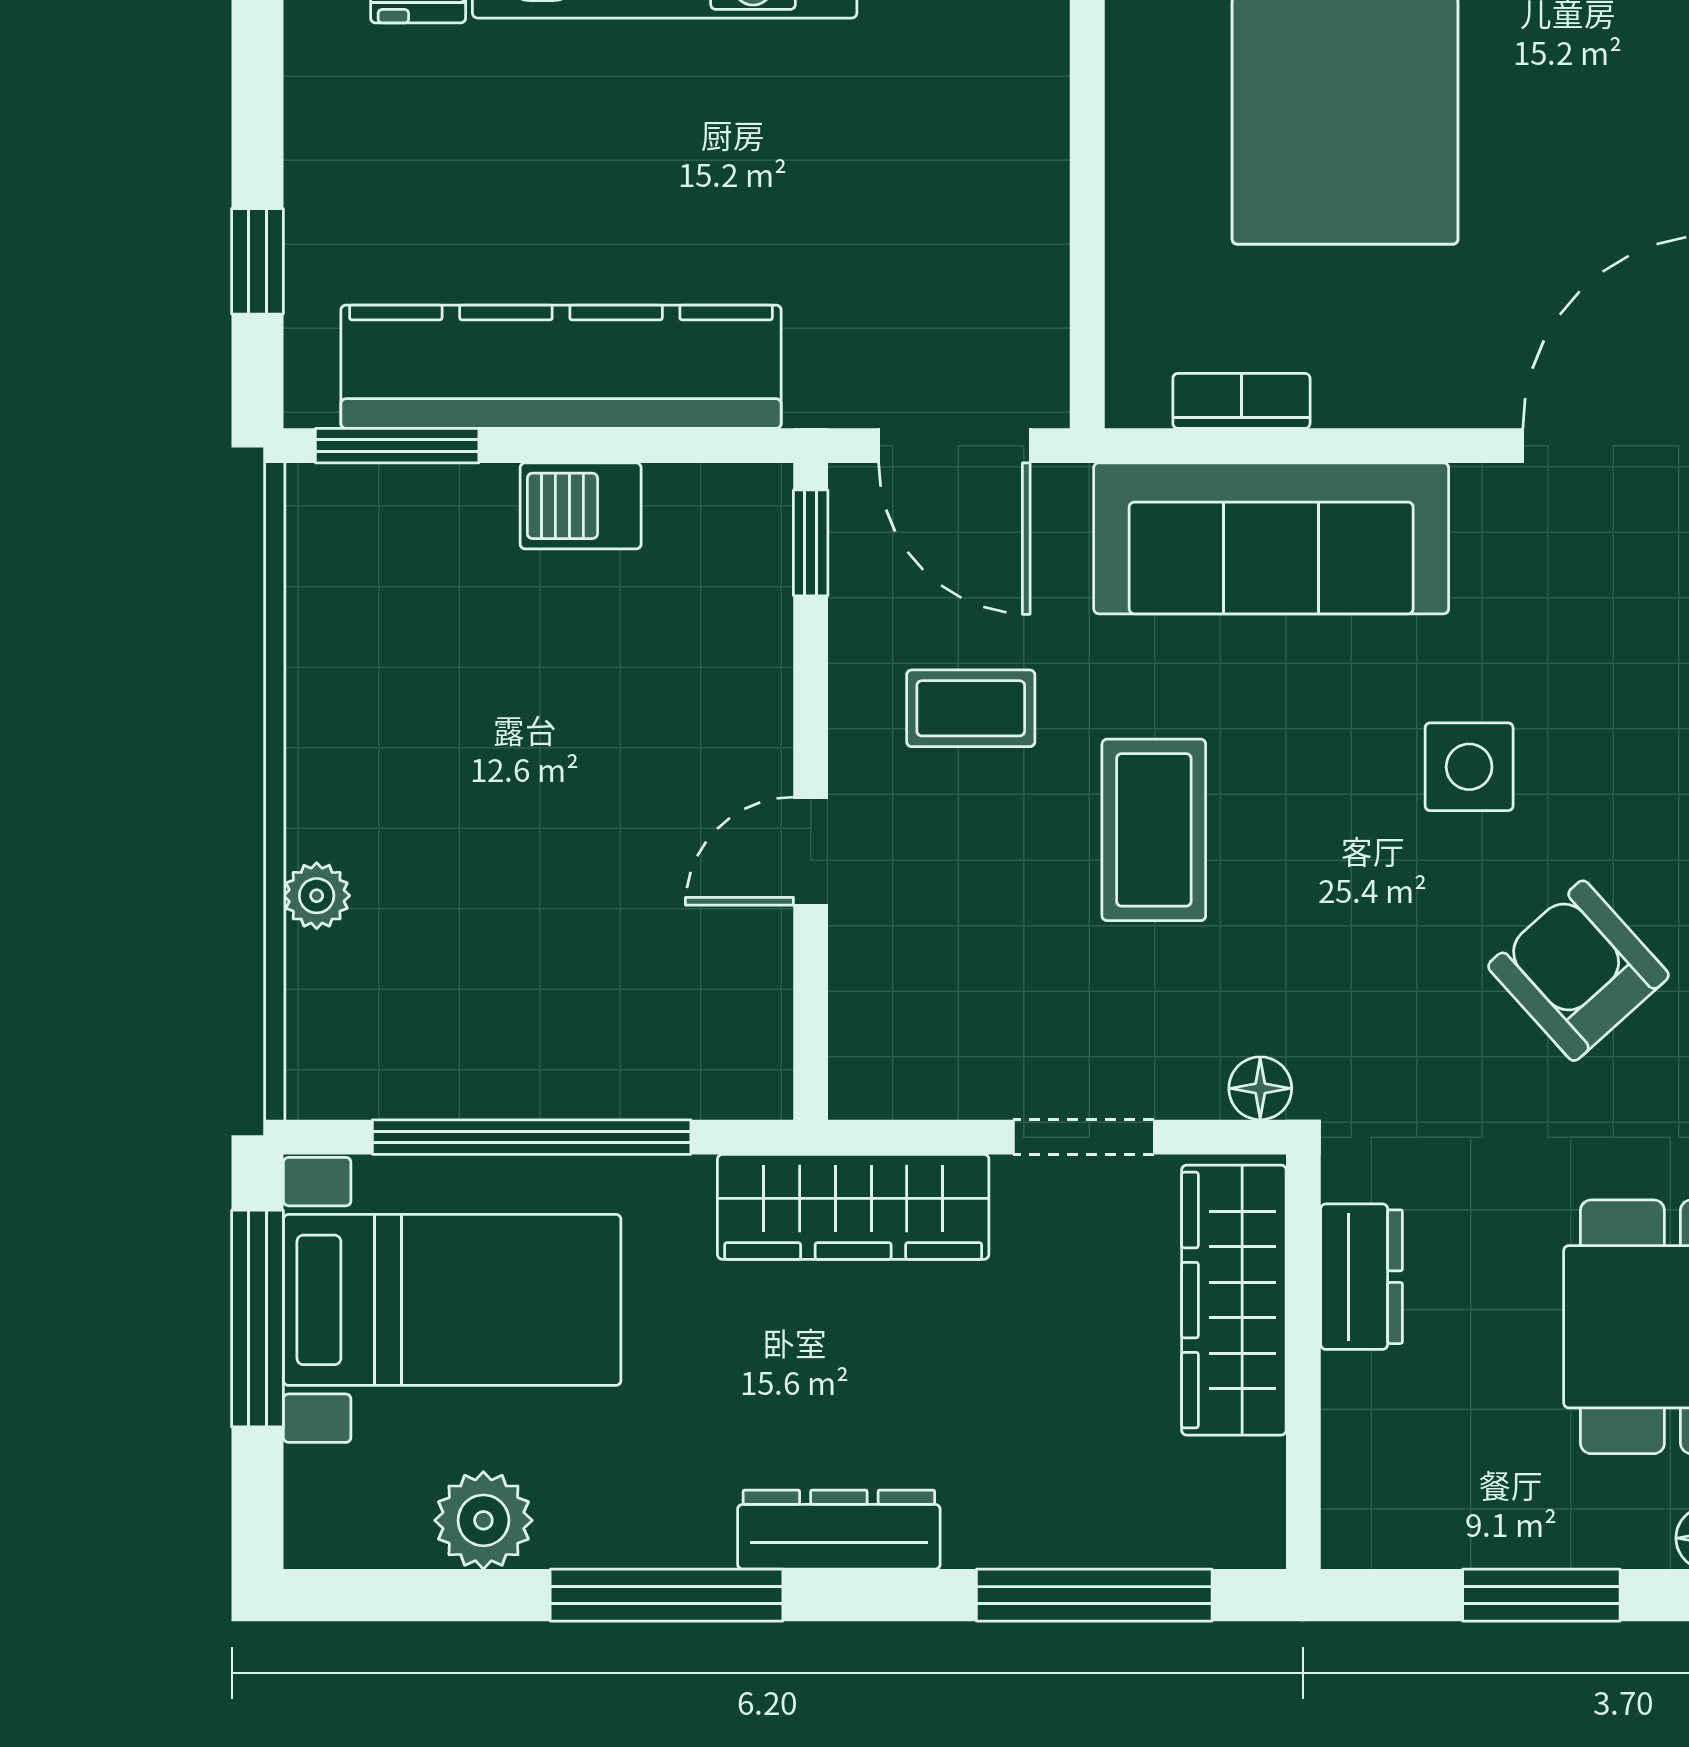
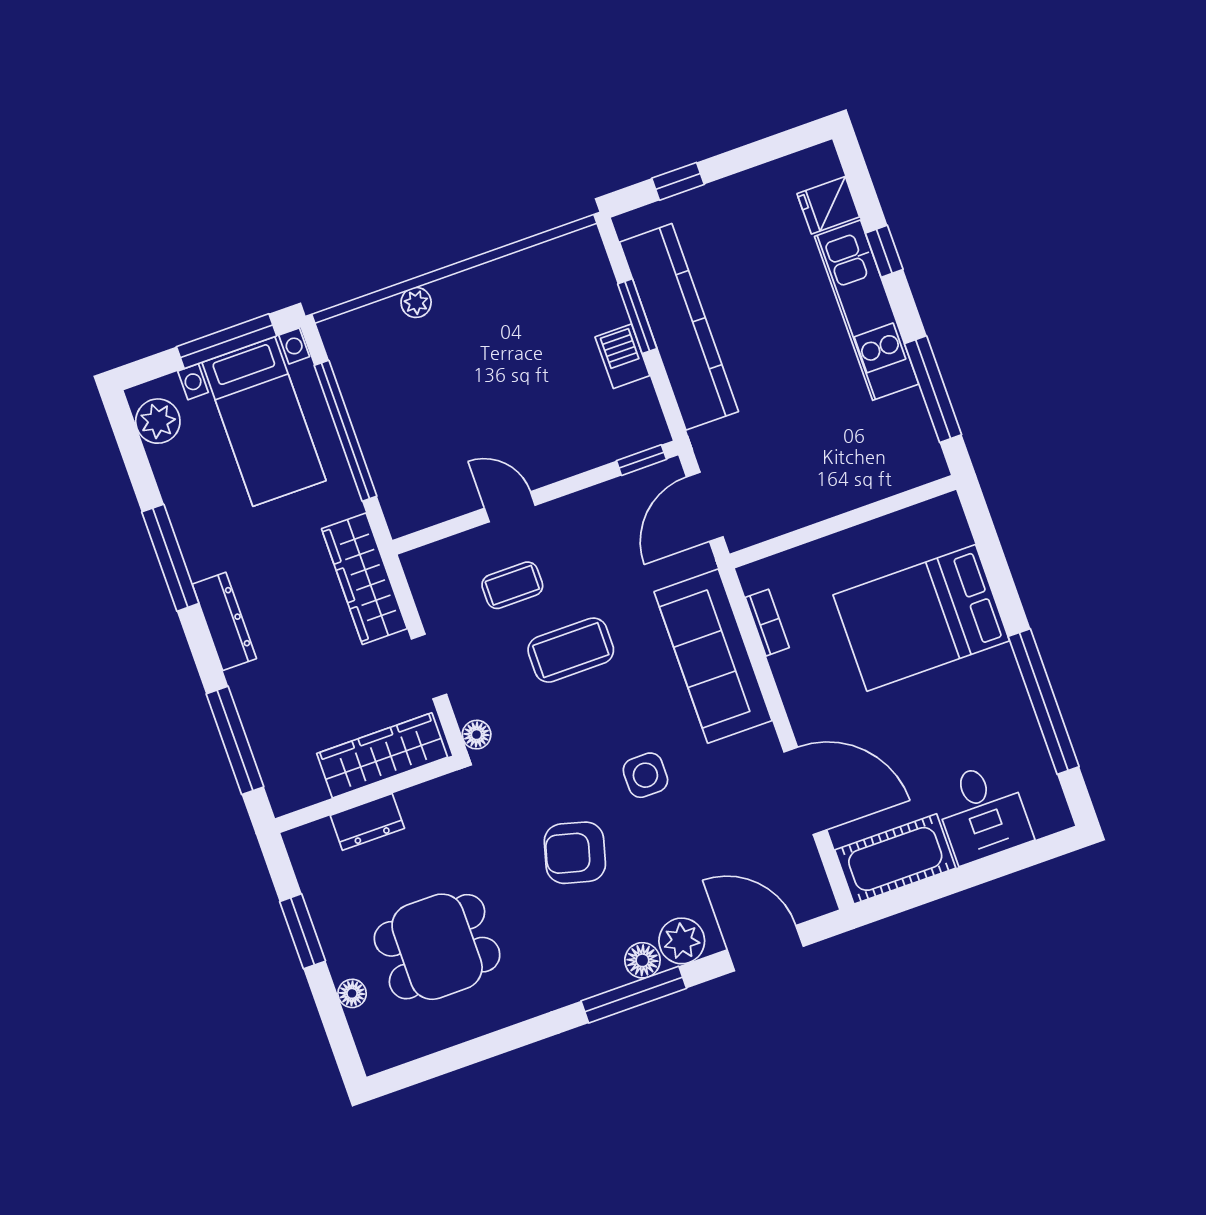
window: (397, 446) -> (637, 316), moved
coffee table: (971, 708) -> (512, 585), moved, turned 90
armchair: (1578, 971) -> (575, 853), turned -123
dresser: (1362, 1277) -> (367, 822), moved
plant: (483, 1520) -> (158, 421), moved

